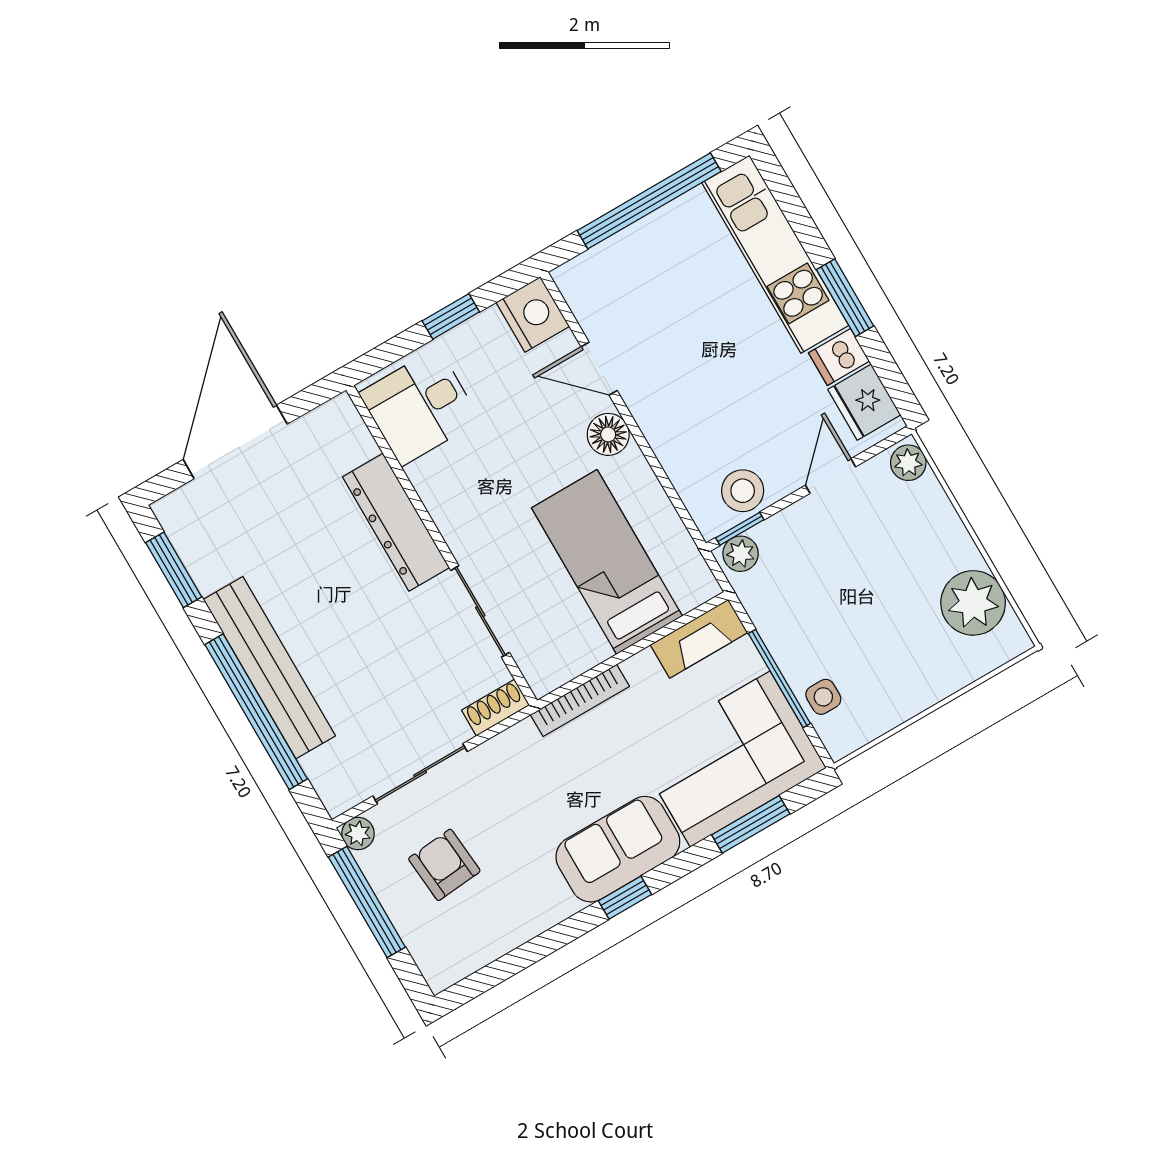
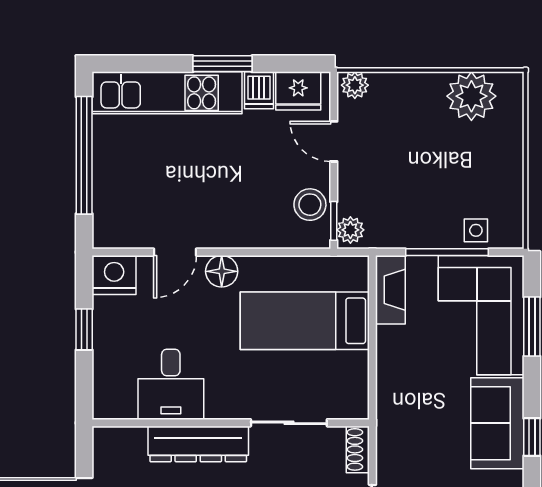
desk: (420, 407) -> (171, 384), moved
bookcase: (580, 700) -> (385, 391), removed

